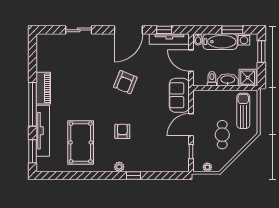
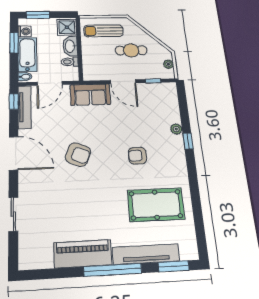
window: (164, 30) -> (14, 101), moved
piano: (43, 88) -> (83, 254), width x1.37, depth x1.33
plant: (119, 167) -> (176, 129), moved

